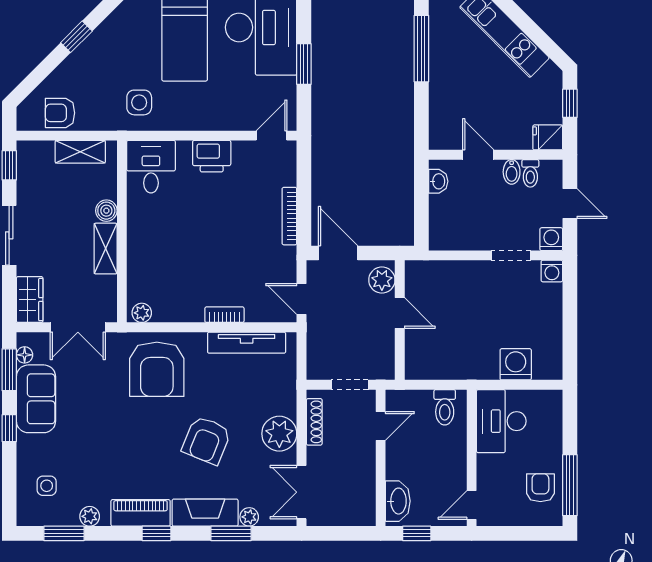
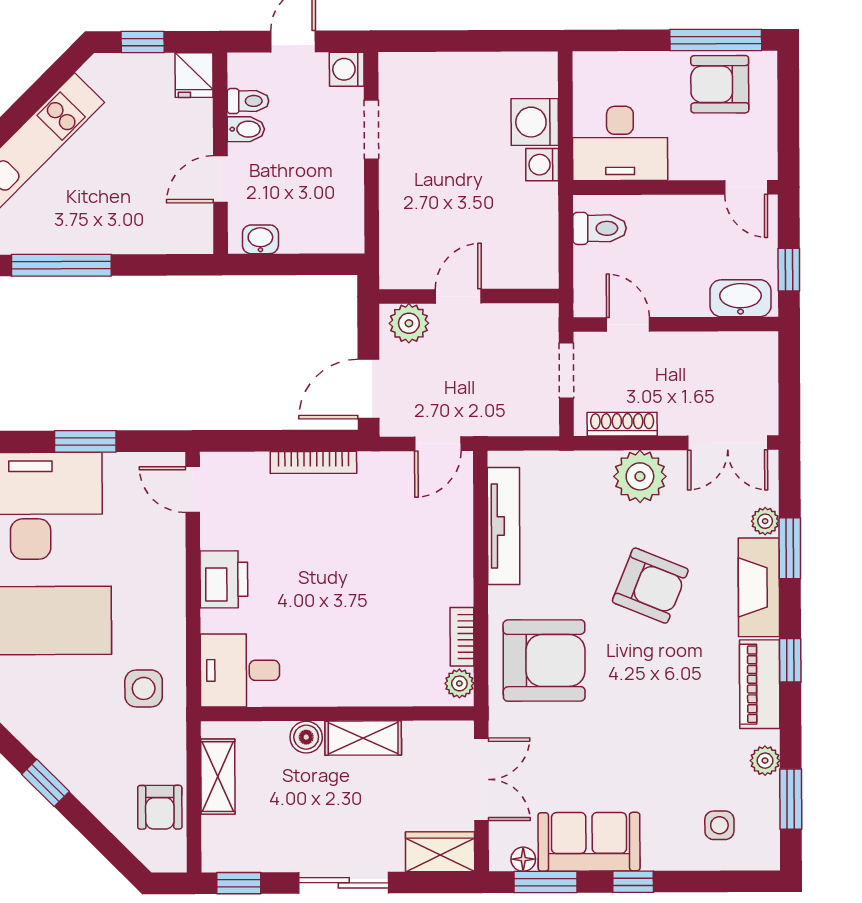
washing machine: (552, 271) -> (542, 165), moved, turned 180
bookcase: (224, 315) -> (462, 637), moved
armchair: (540, 488) -> (720, 84), width x1.38, depth x1.38

